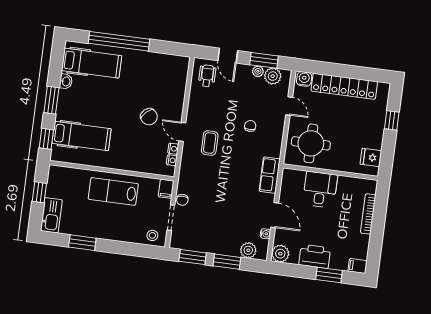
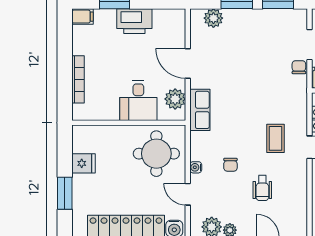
wheelchair: (207, 76) -> (262, 188), moved
window: (392, 120) -> (65, 193), width x1.50
fridge: (371, 157) -> (84, 163), moved
water cooler: (265, 234) -> (196, 167), moved
plant: (280, 254) -> (175, 99), moved

